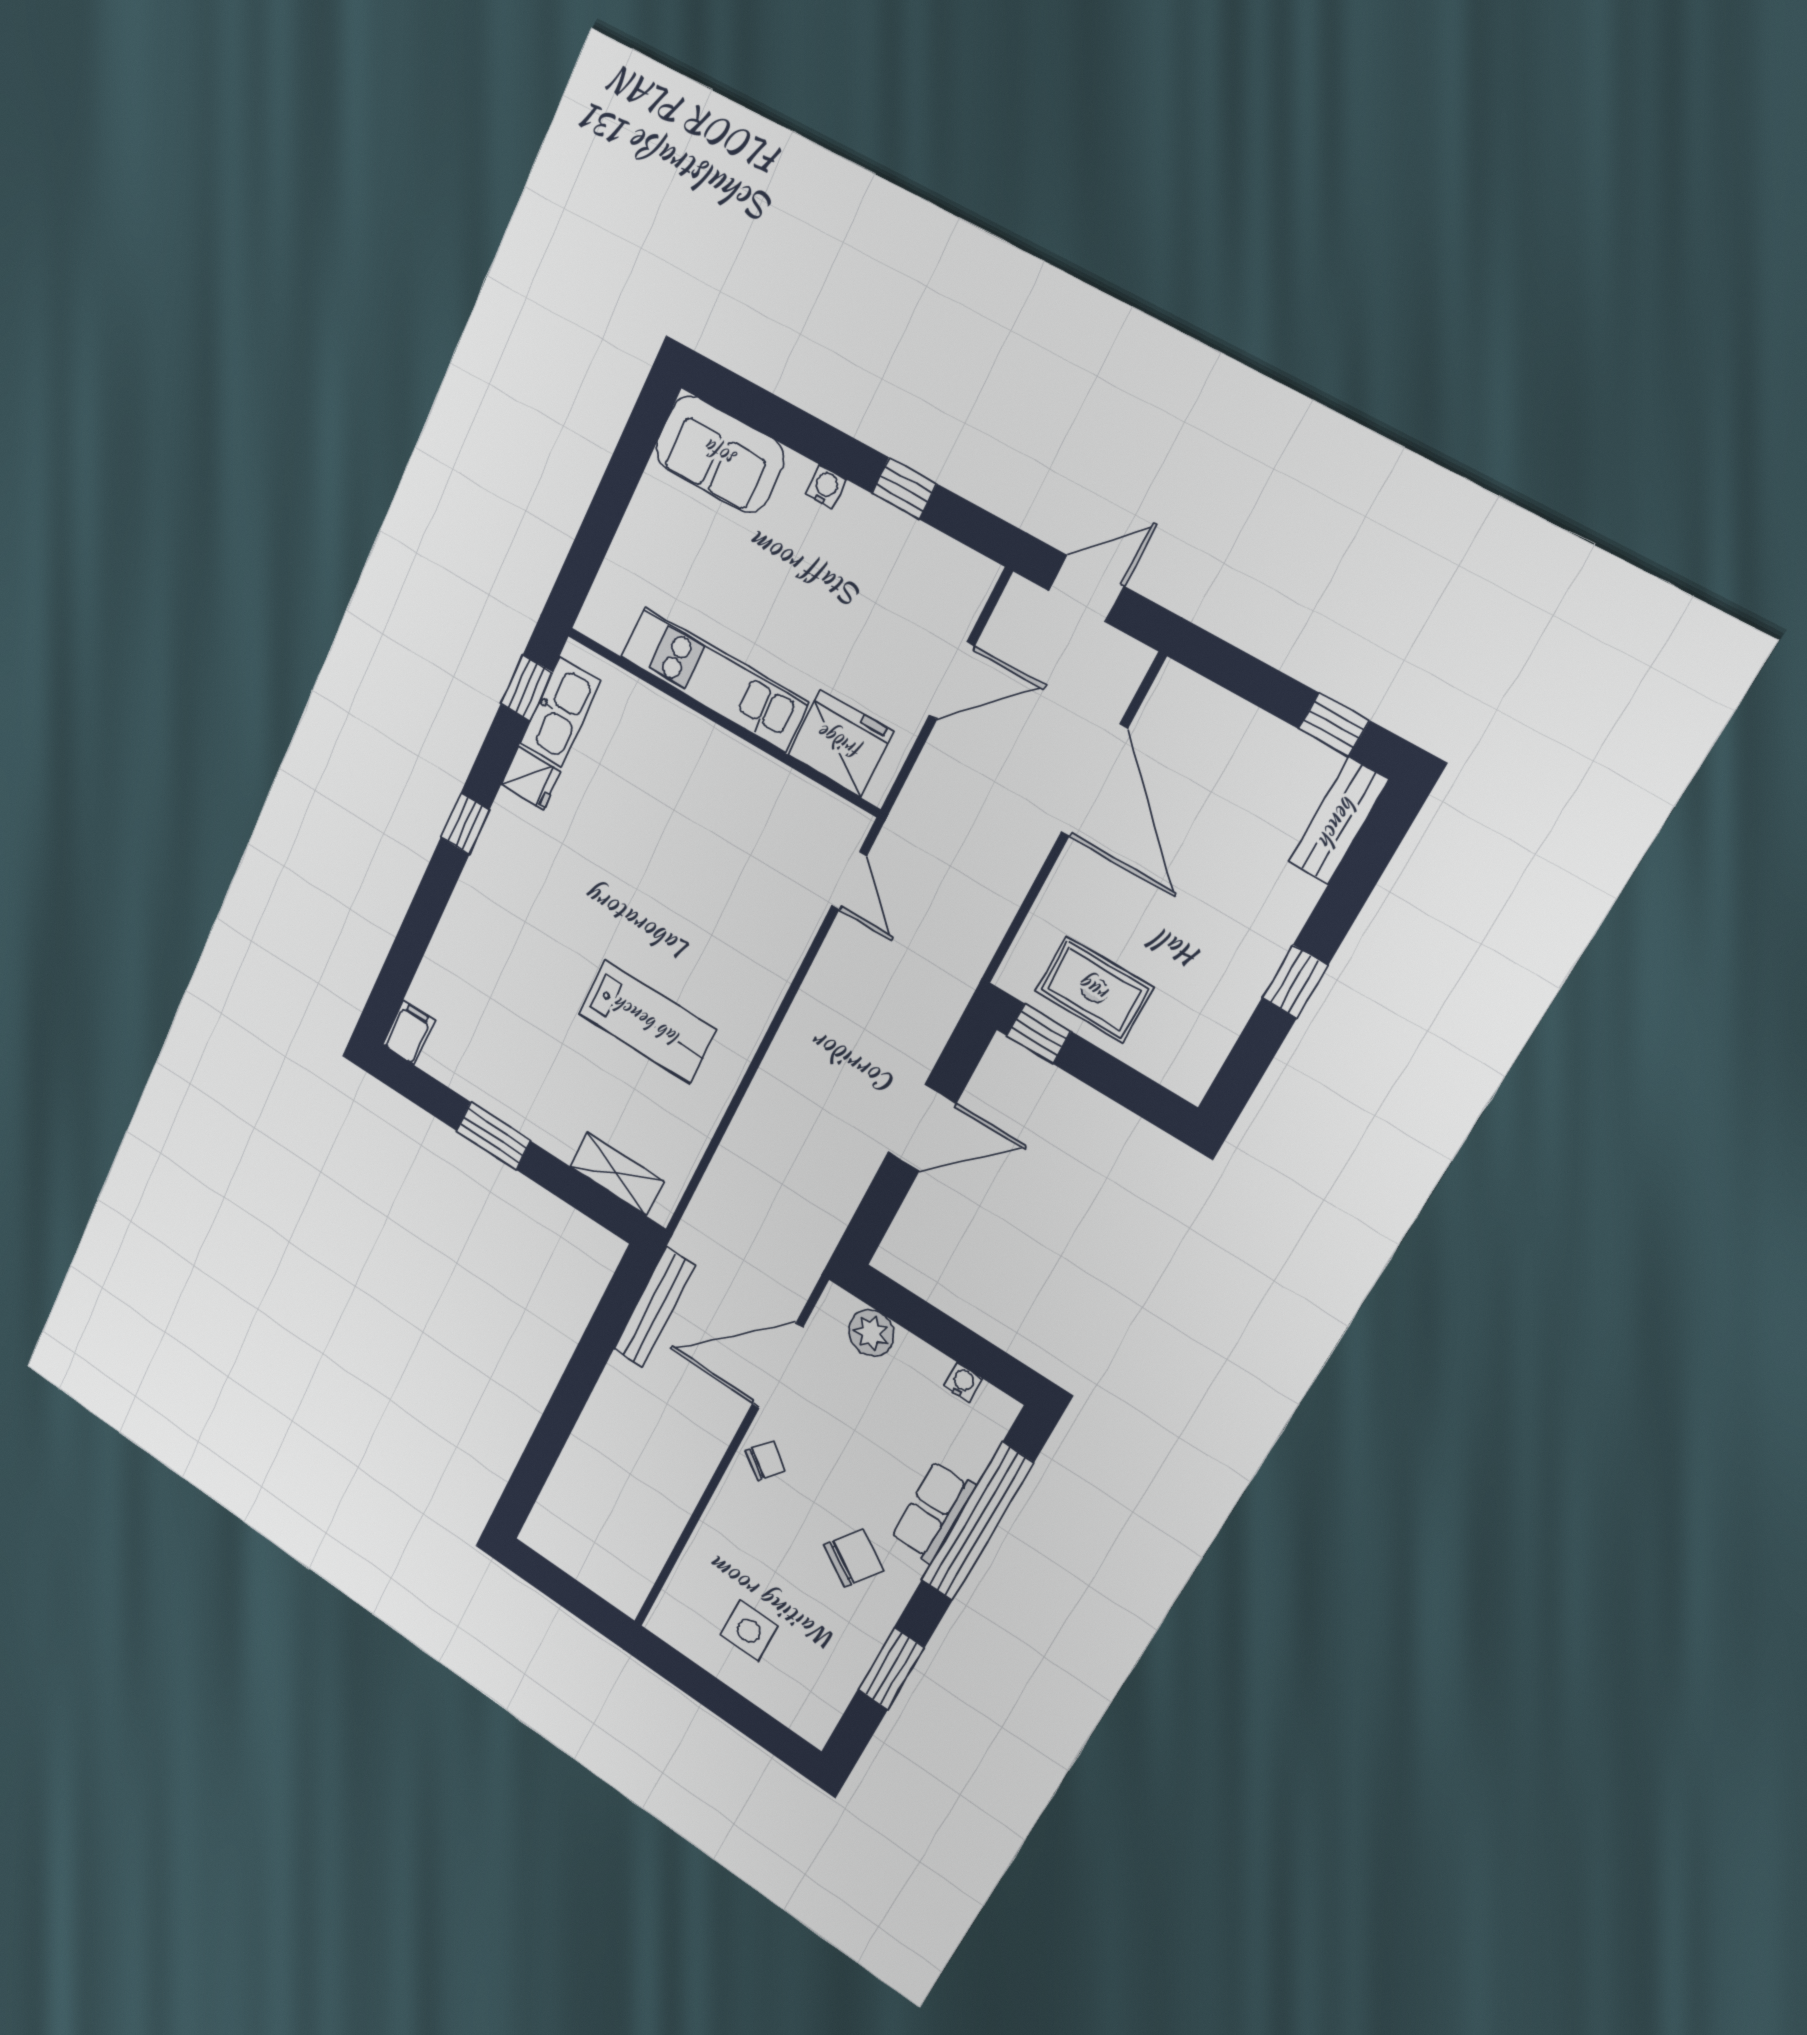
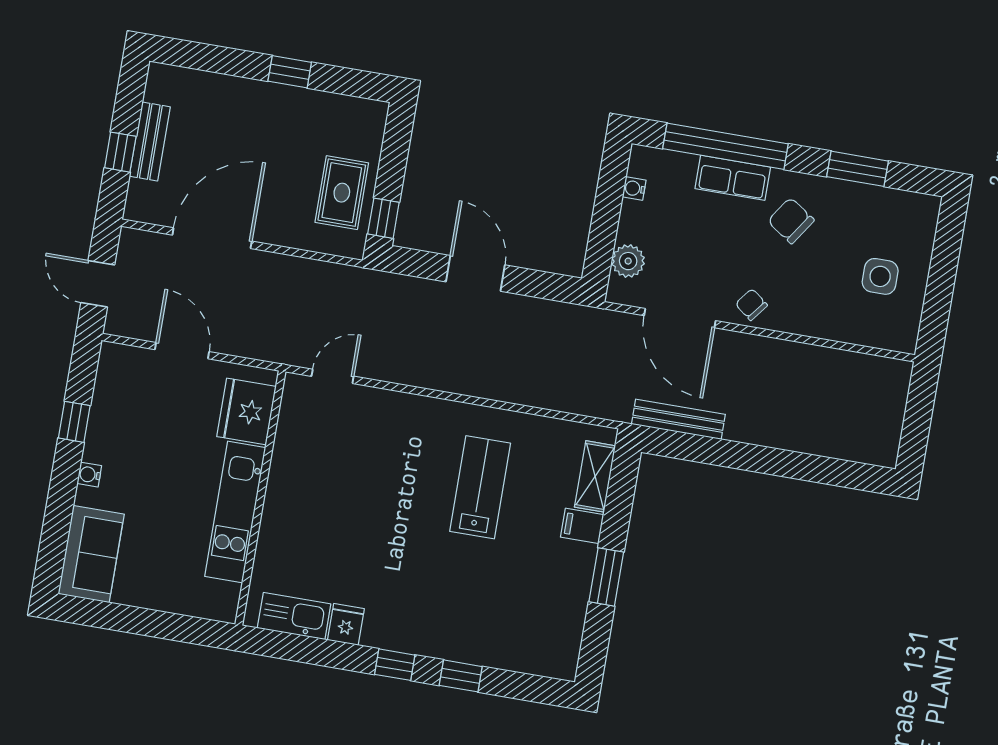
window: (526, 688) -> (461, 676), moved
window: (1334, 725) -> (120, 152), moved
bench: (1339, 821) -> (150, 142), moved, turned 90
filing cabinet: (409, 1033) -> (582, 526), moved

